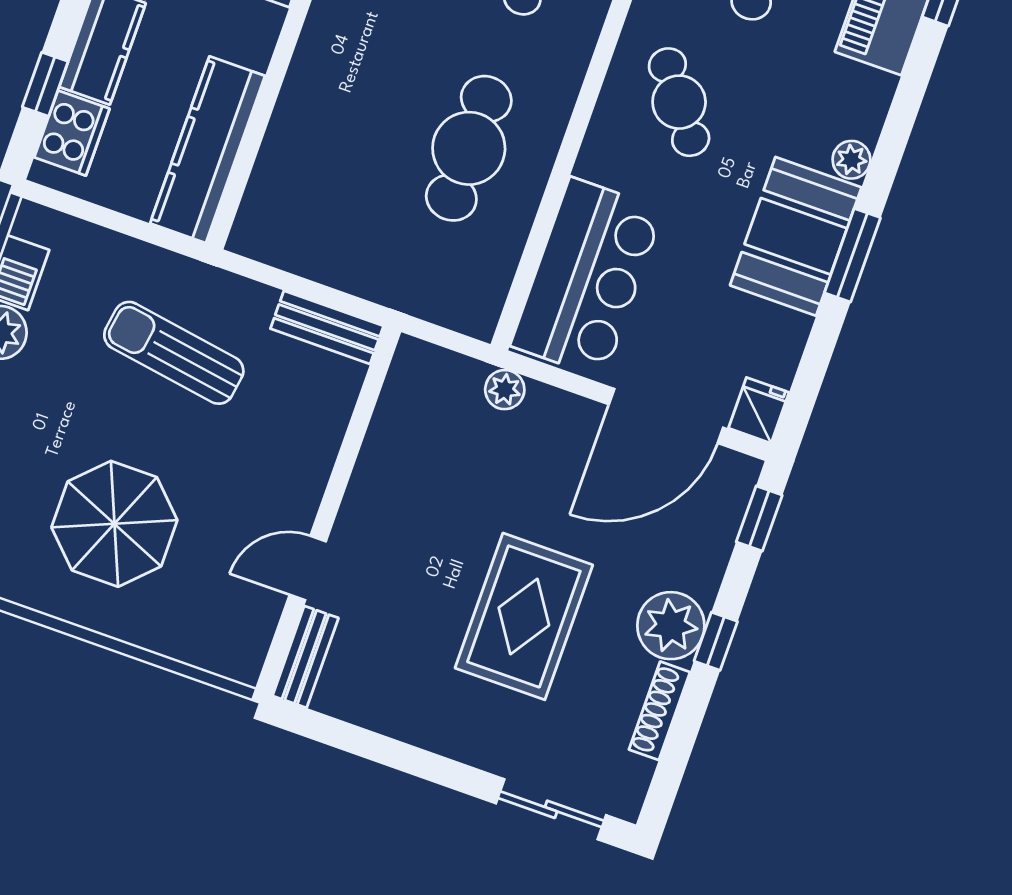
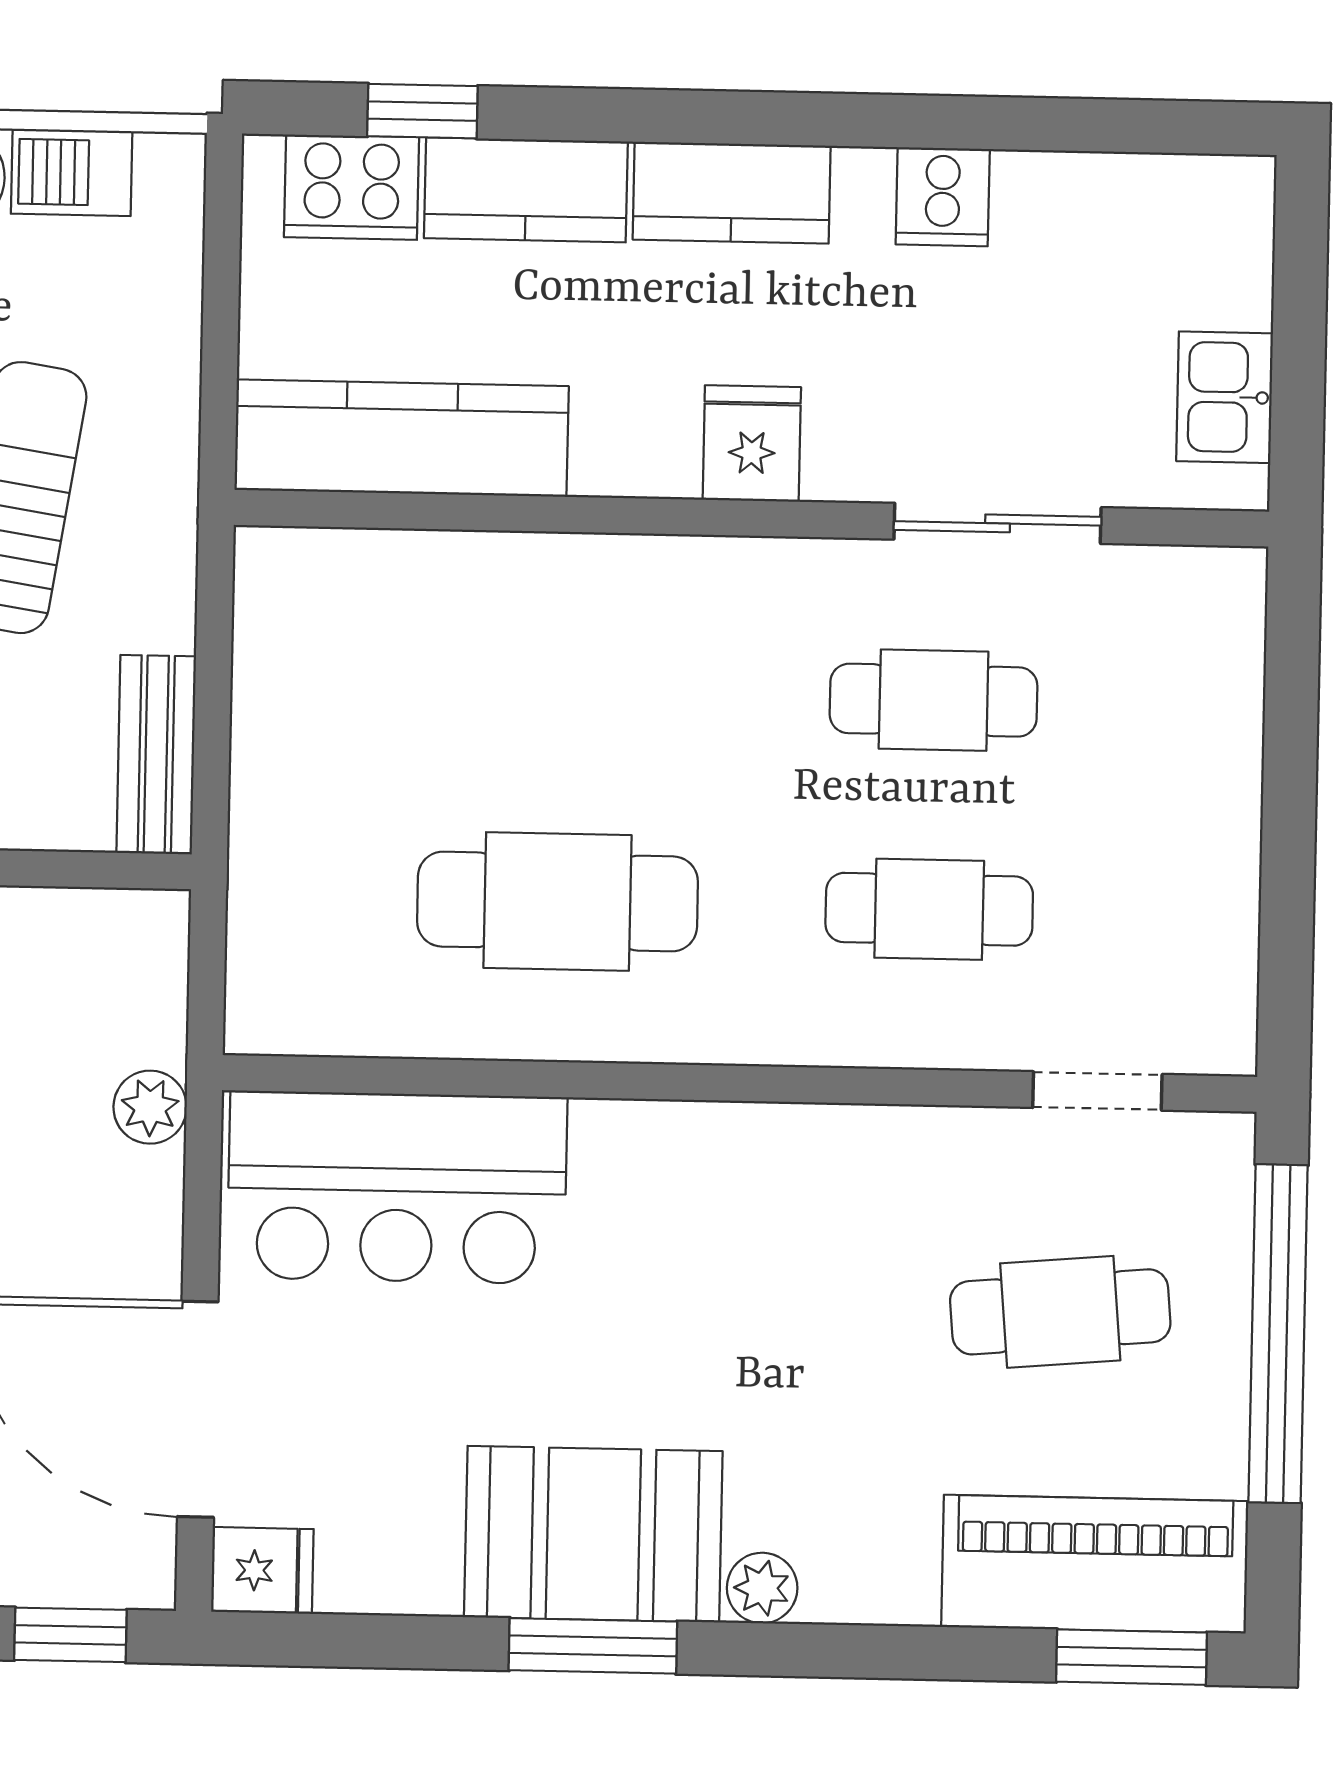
cafe table: (679, 102) -> (763, 1248), removed

